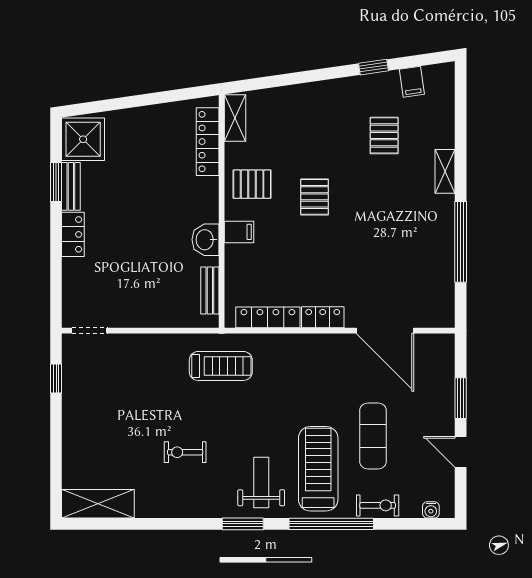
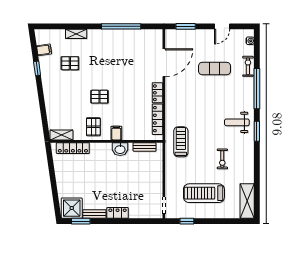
shelving: (445, 171) -> (76, 34), moved
window: (56, 182) -> (81, 221), moved
window: (461, 398) -> (186, 26), moved
treadmill: (318, 469) -> (204, 193), moved

